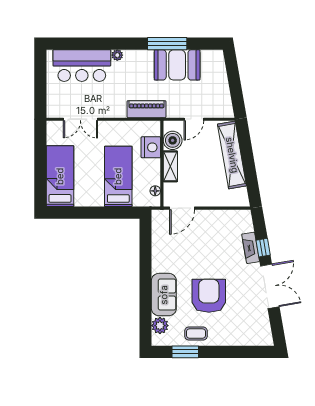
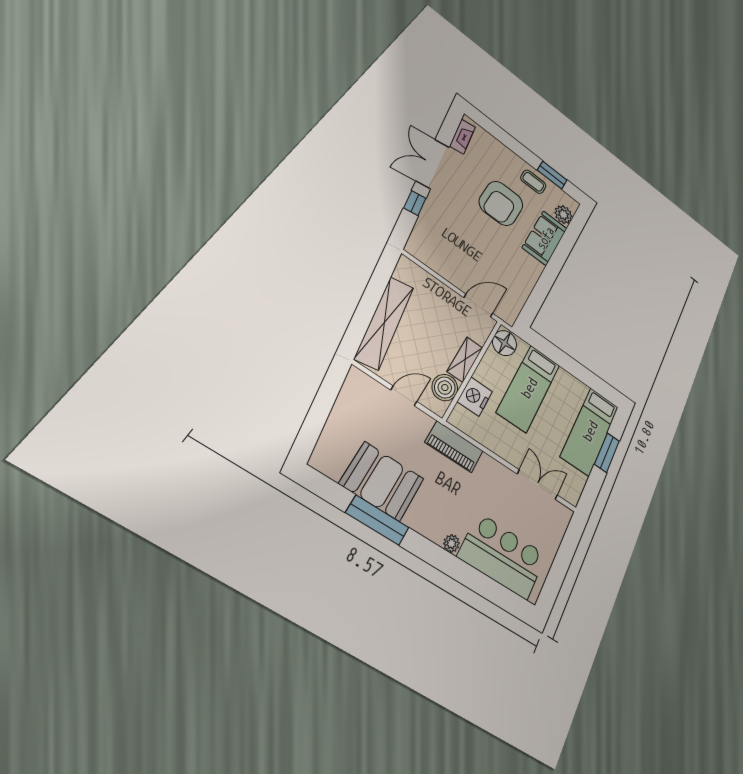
window: (40, 170) -> (607, 453), added
floor lamp: (155, 191) -> (505, 343), width x1.89, depth x1.89
fireplace: (251, 248) -> (462, 136), moved

